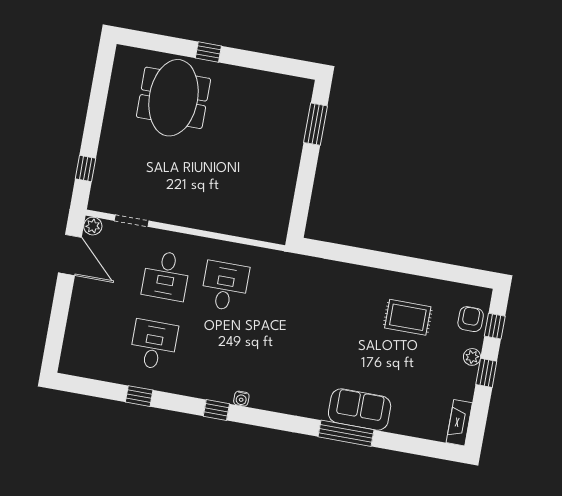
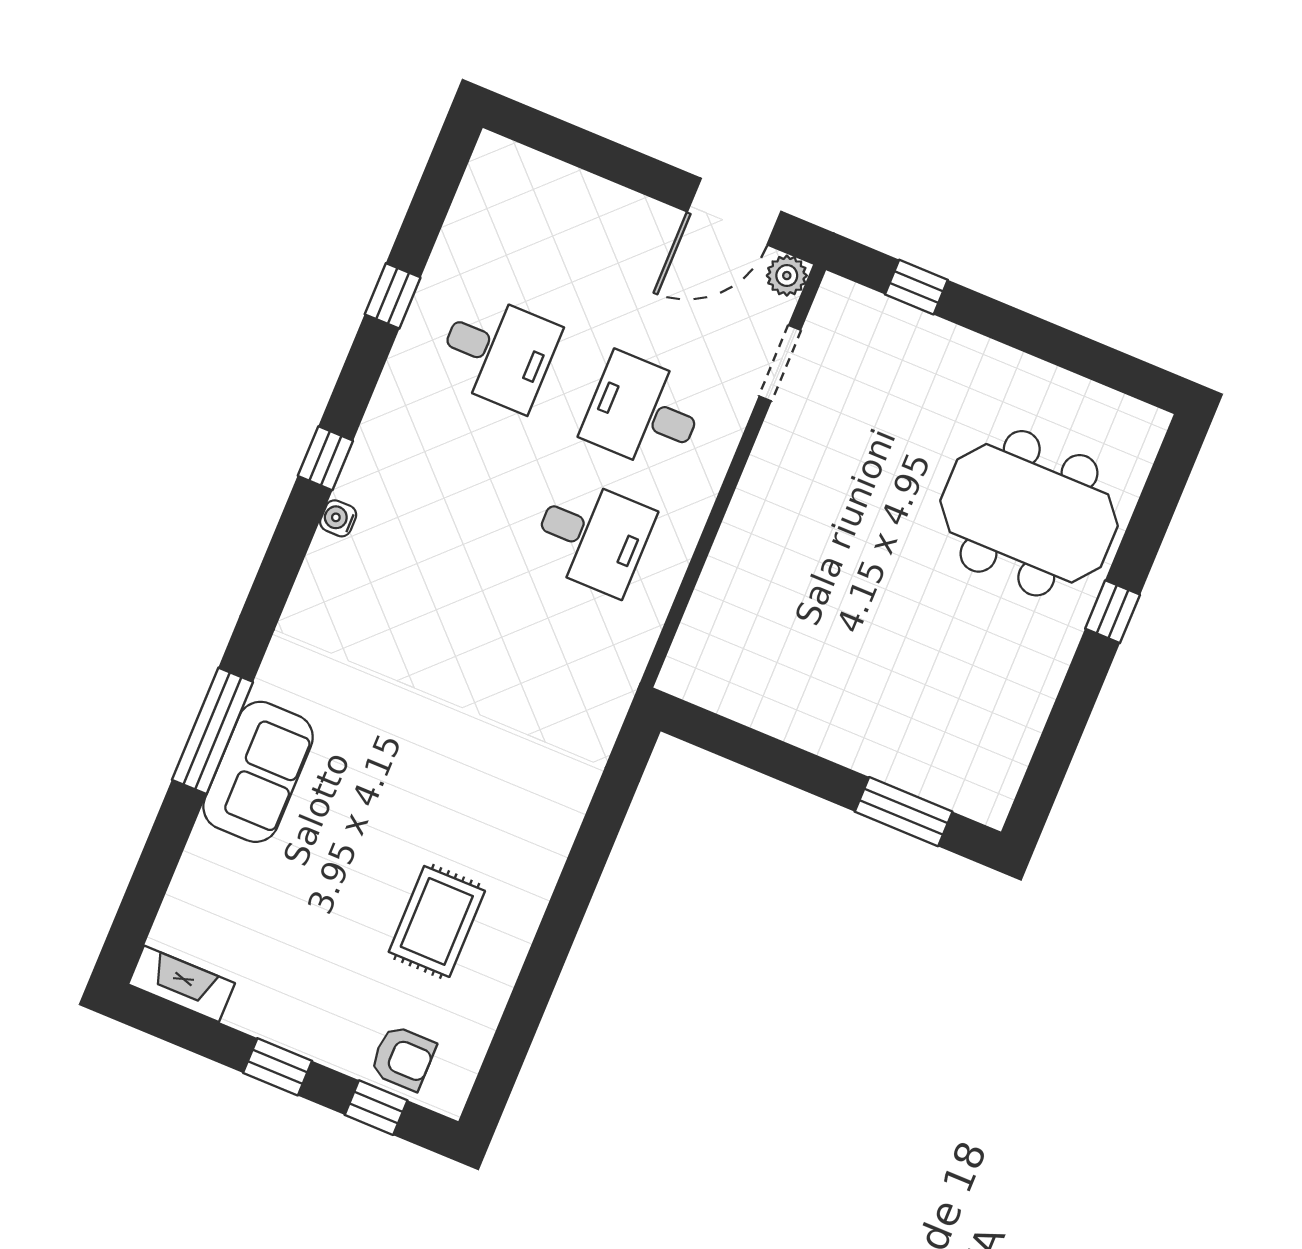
plant: (472, 357) -> (319, 1043), removed

